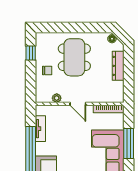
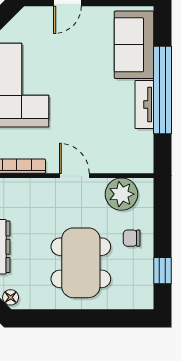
plant: (57, 98) -> (121, 194), width x1.88, depth x1.88
tv unit: (40, 129) -> (144, 105), moved

